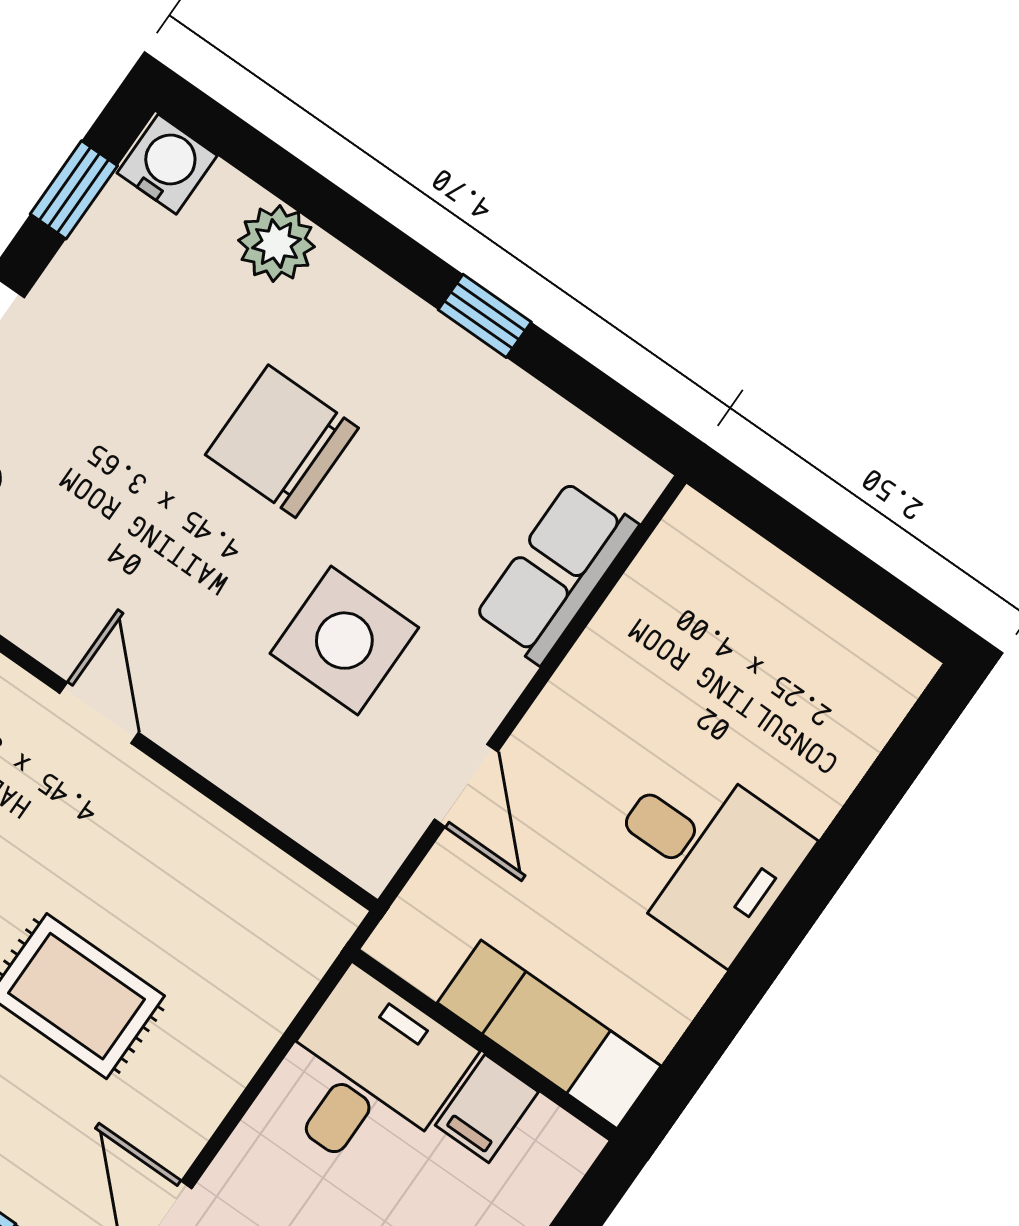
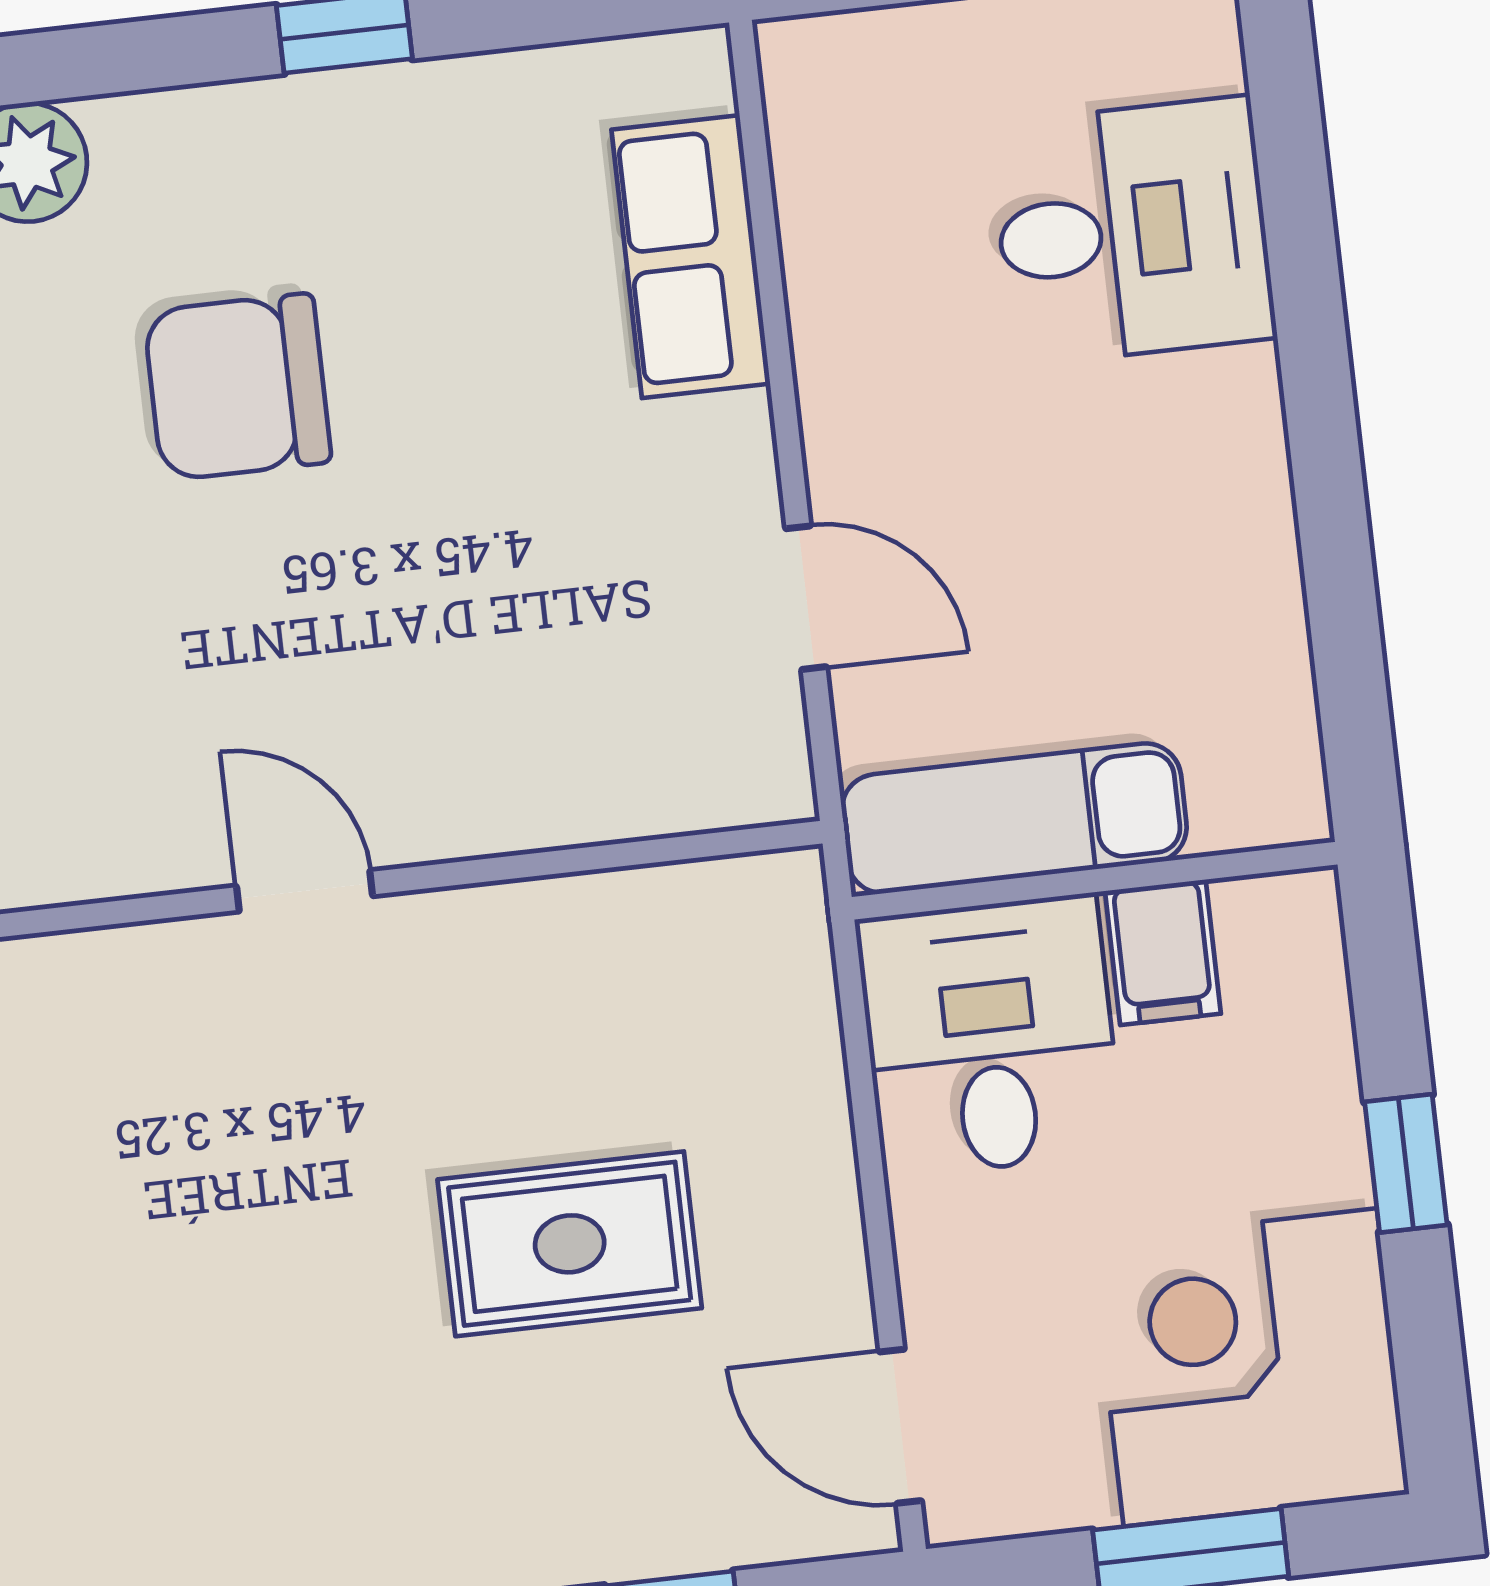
side table: (344, 641) -> (515, 554), removed
desk: (704, 857) -> (1132, 231), moved
exam couch: (549, 1034) -> (1014, 818), moved

